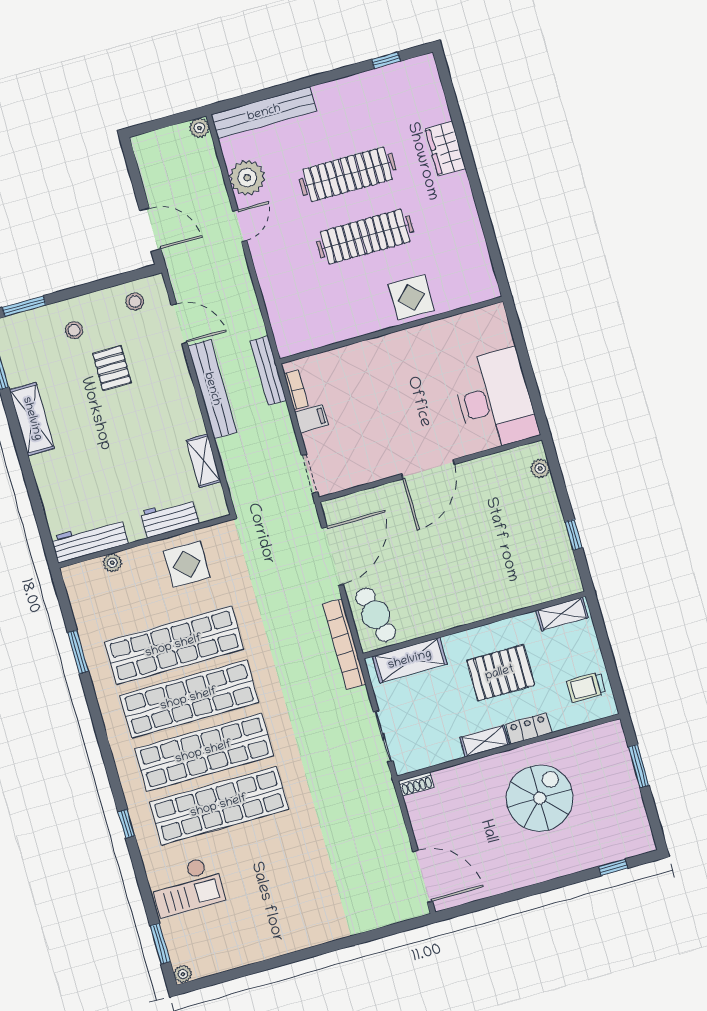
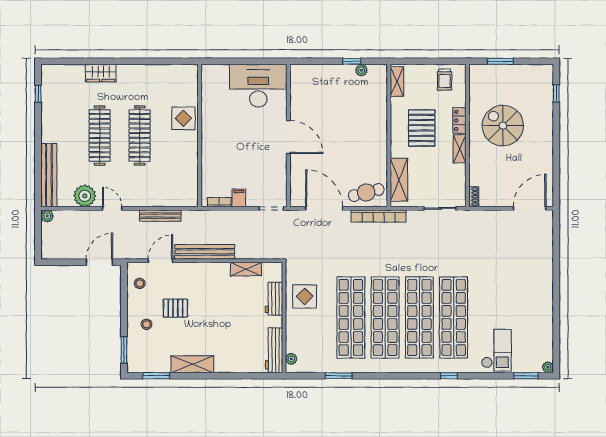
bench: (268, 371) -> (160, 216), moved
plant: (540, 469) -> (361, 70), moved
plant: (112, 563) -> (291, 359), moved

